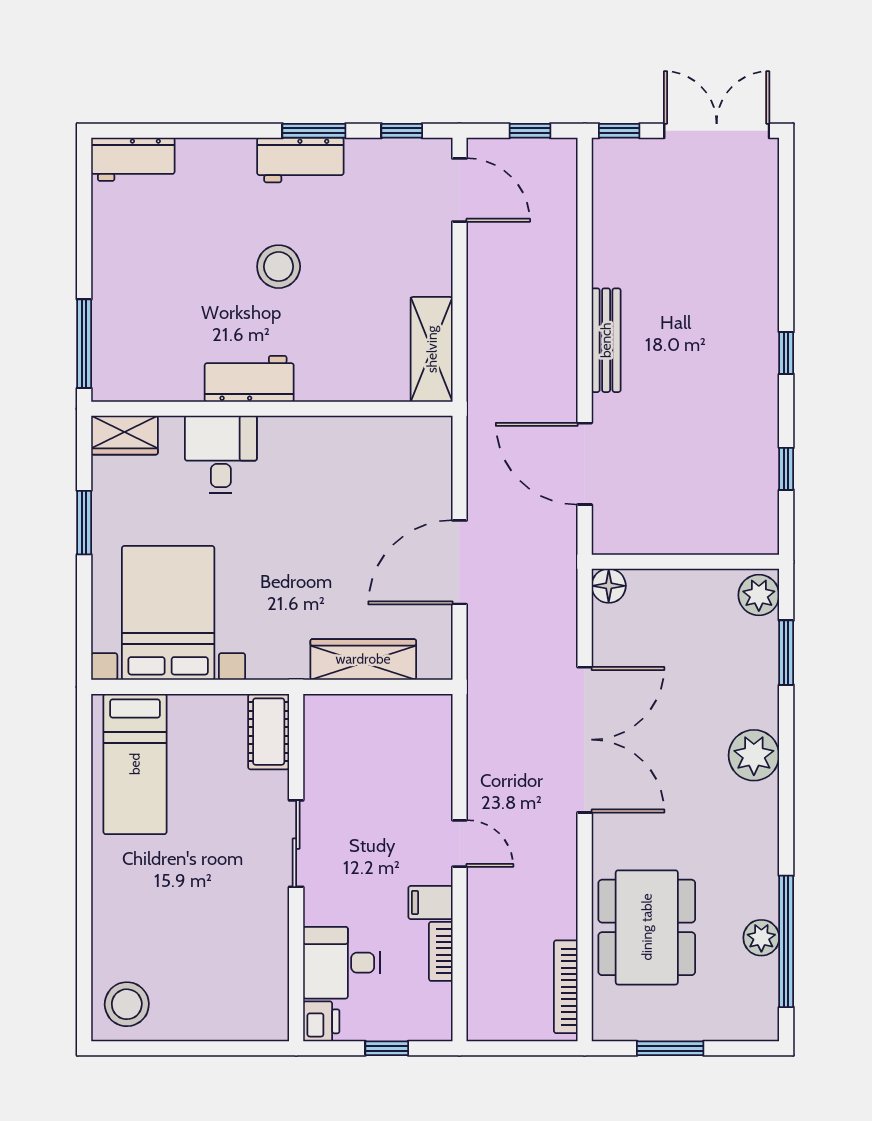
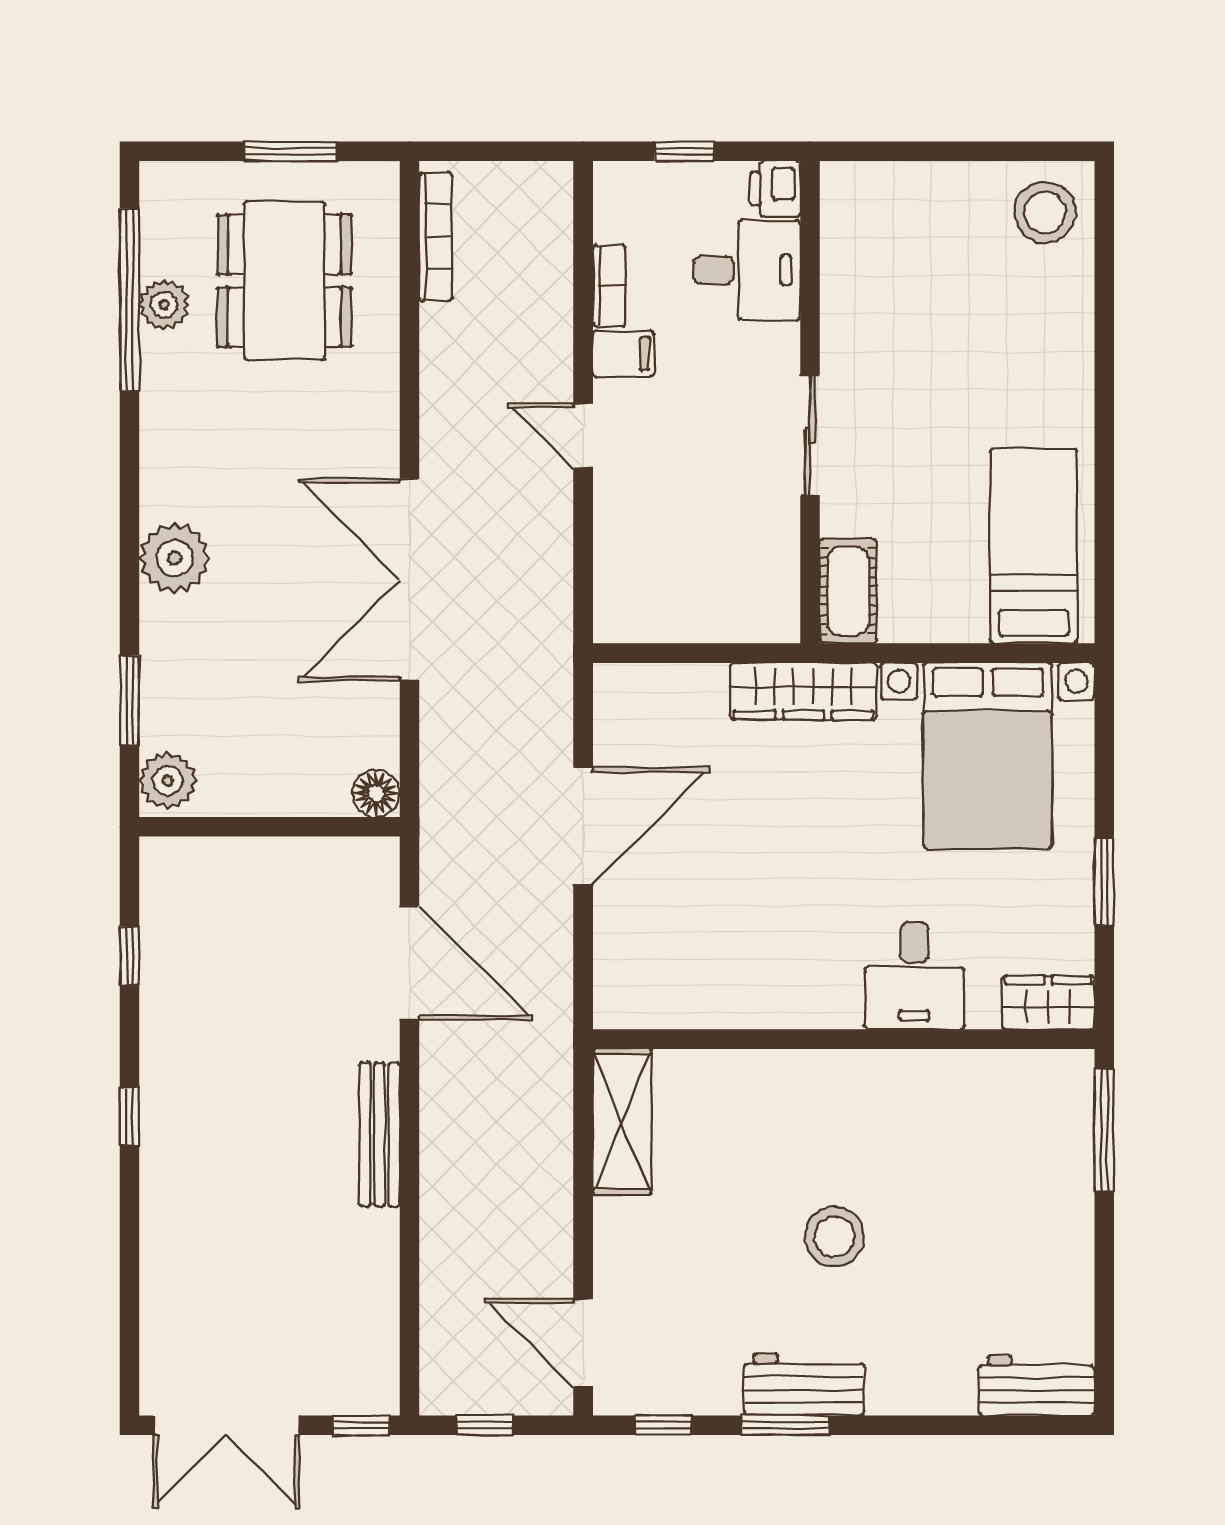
workbench: (249, 379) -> (875, 1081), removed
wardrobe: (363, 659) -> (804, 691), moved
dining table: (647, 927) -> (284, 281), moved

